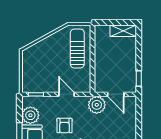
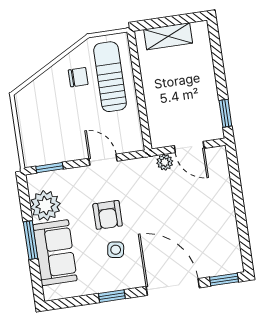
shelving: (123, 31) -> (168, 36), moved
chair: (59, 46) -> (78, 77), added
plant: (97, 105) -> (165, 162), width x0.53, depth x0.53

